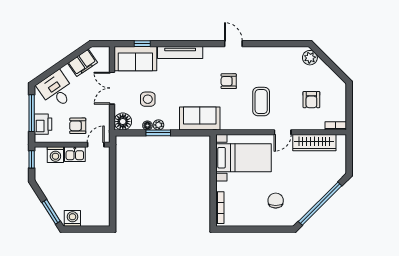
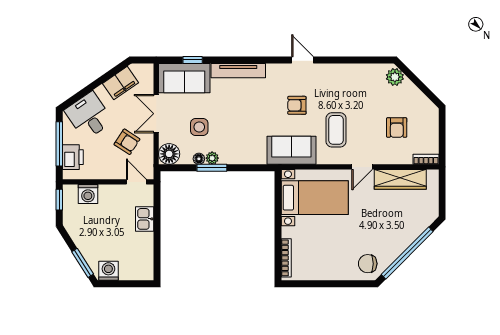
sofa: (200, 119) -> (291, 150), moved
armchair: (78, 126) -> (127, 142), moved, turned -147
door: (96, 145) -> (136, 182), hinge flipped
kitchen sink: (75, 154) -> (145, 219), moved, turned 90
chair: (276, 201) -> (368, 264), moved, turned -90

